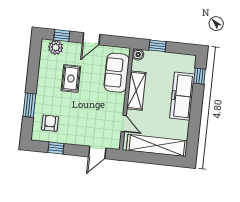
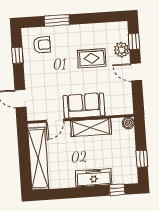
window: (157, 46) -> (142, 159), moved
plant: (56, 47) -> (122, 50), moved
sofa: (117, 73) -> (84, 106), moved
freezer: (182, 96) -> (94, 178), width x0.73, depth x0.79

